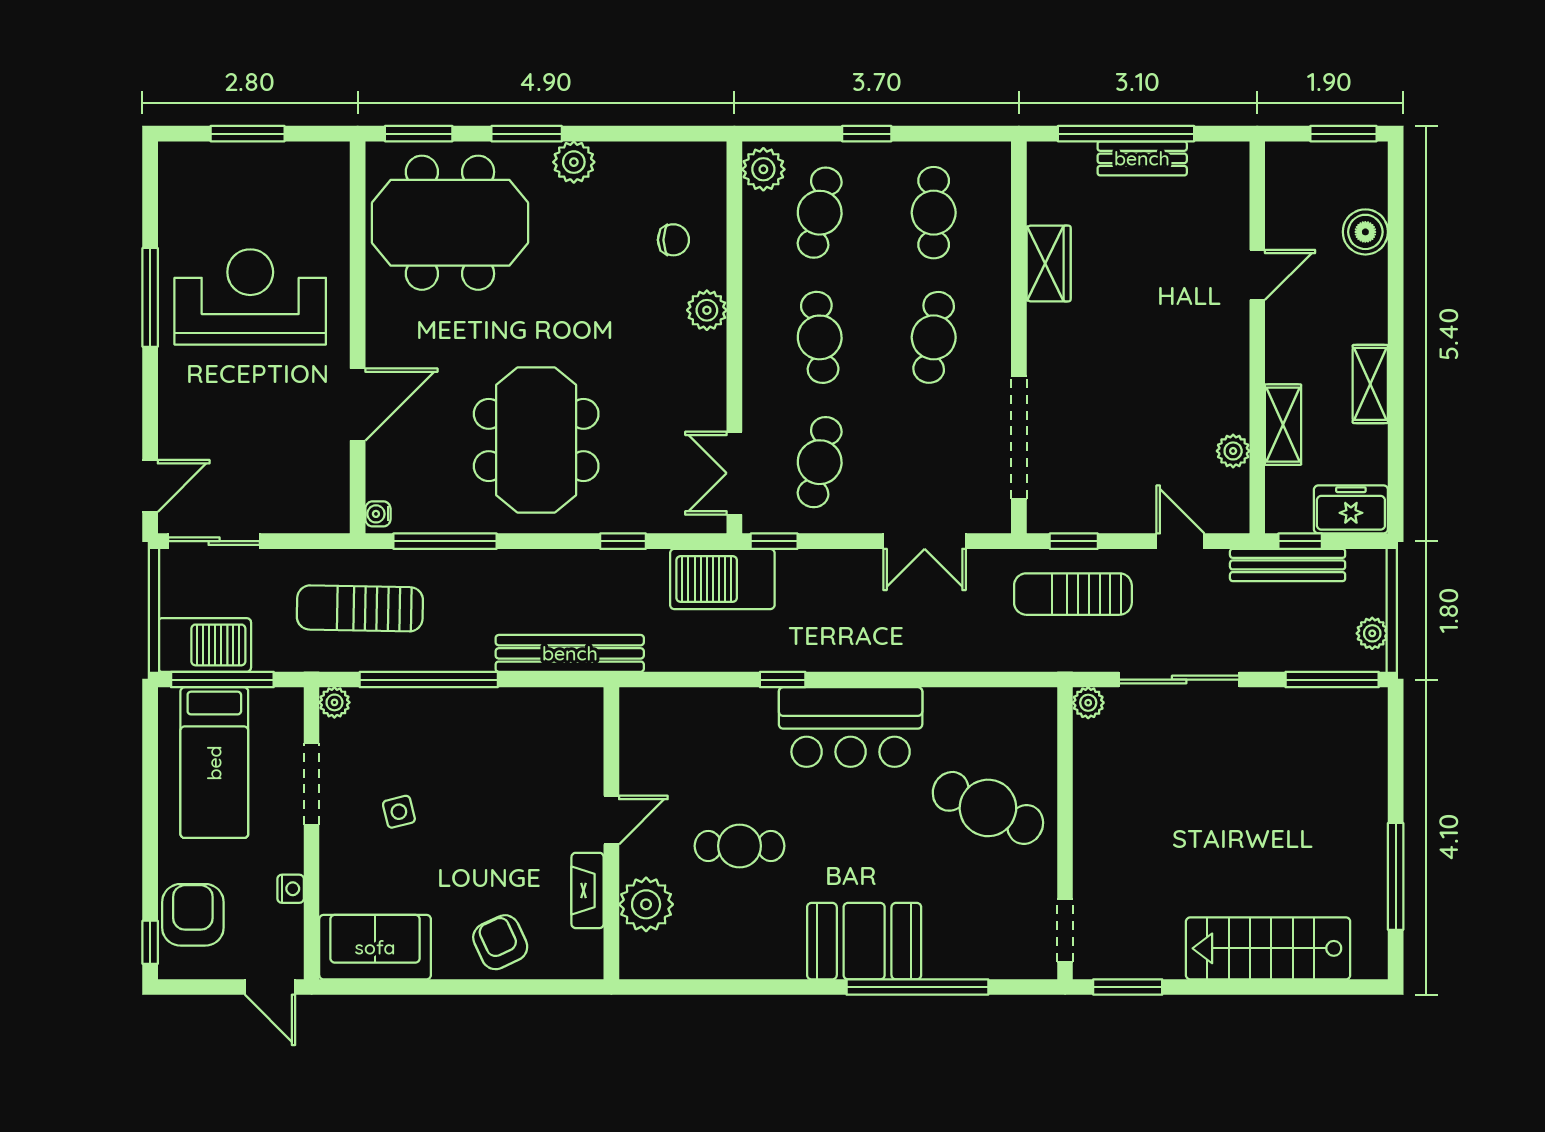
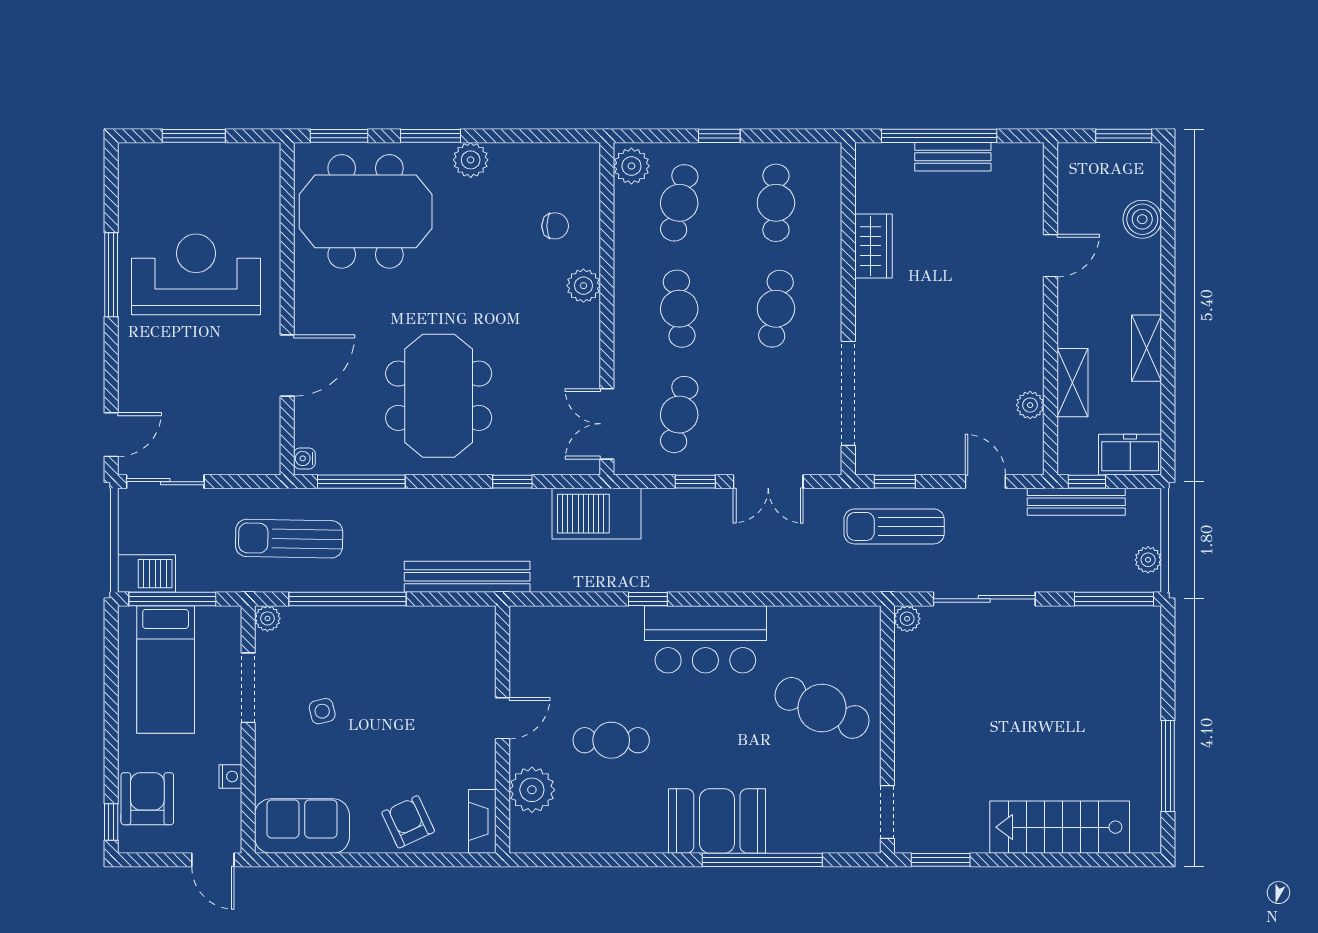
window: (774, 541) -> (695, 482), moved
barbecue: (204, 645) -> (146, 574), width x0.73, depth x0.83
fireplace: (588, 890) -> (482, 821), moved

